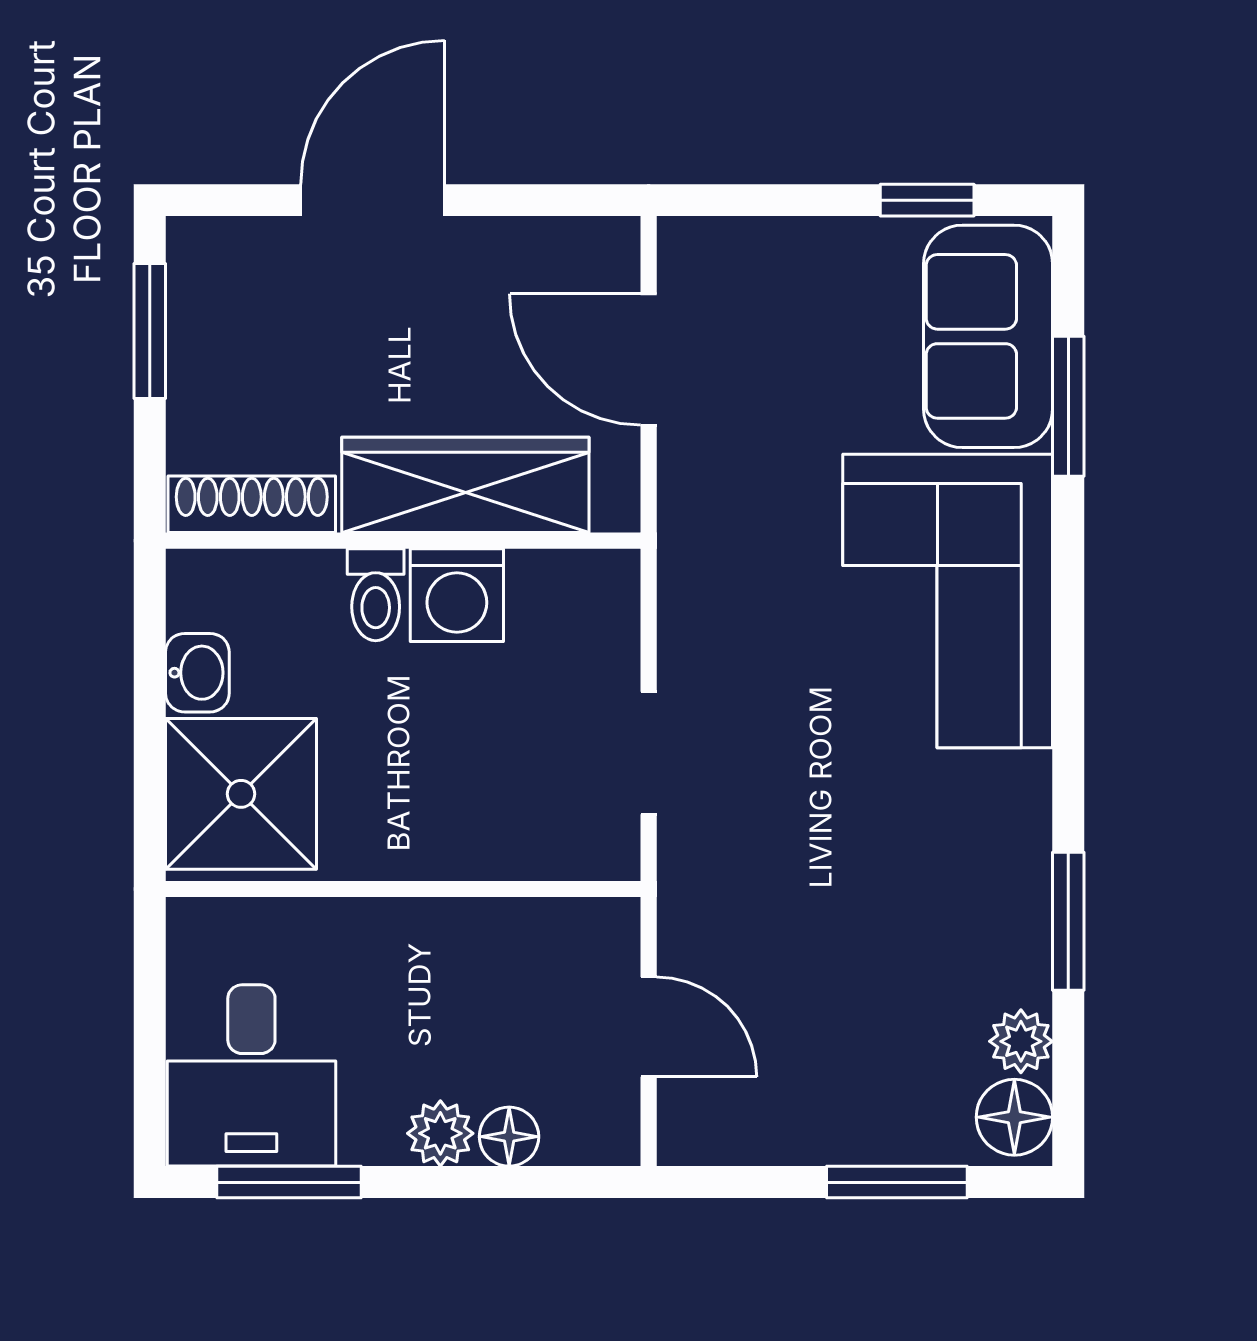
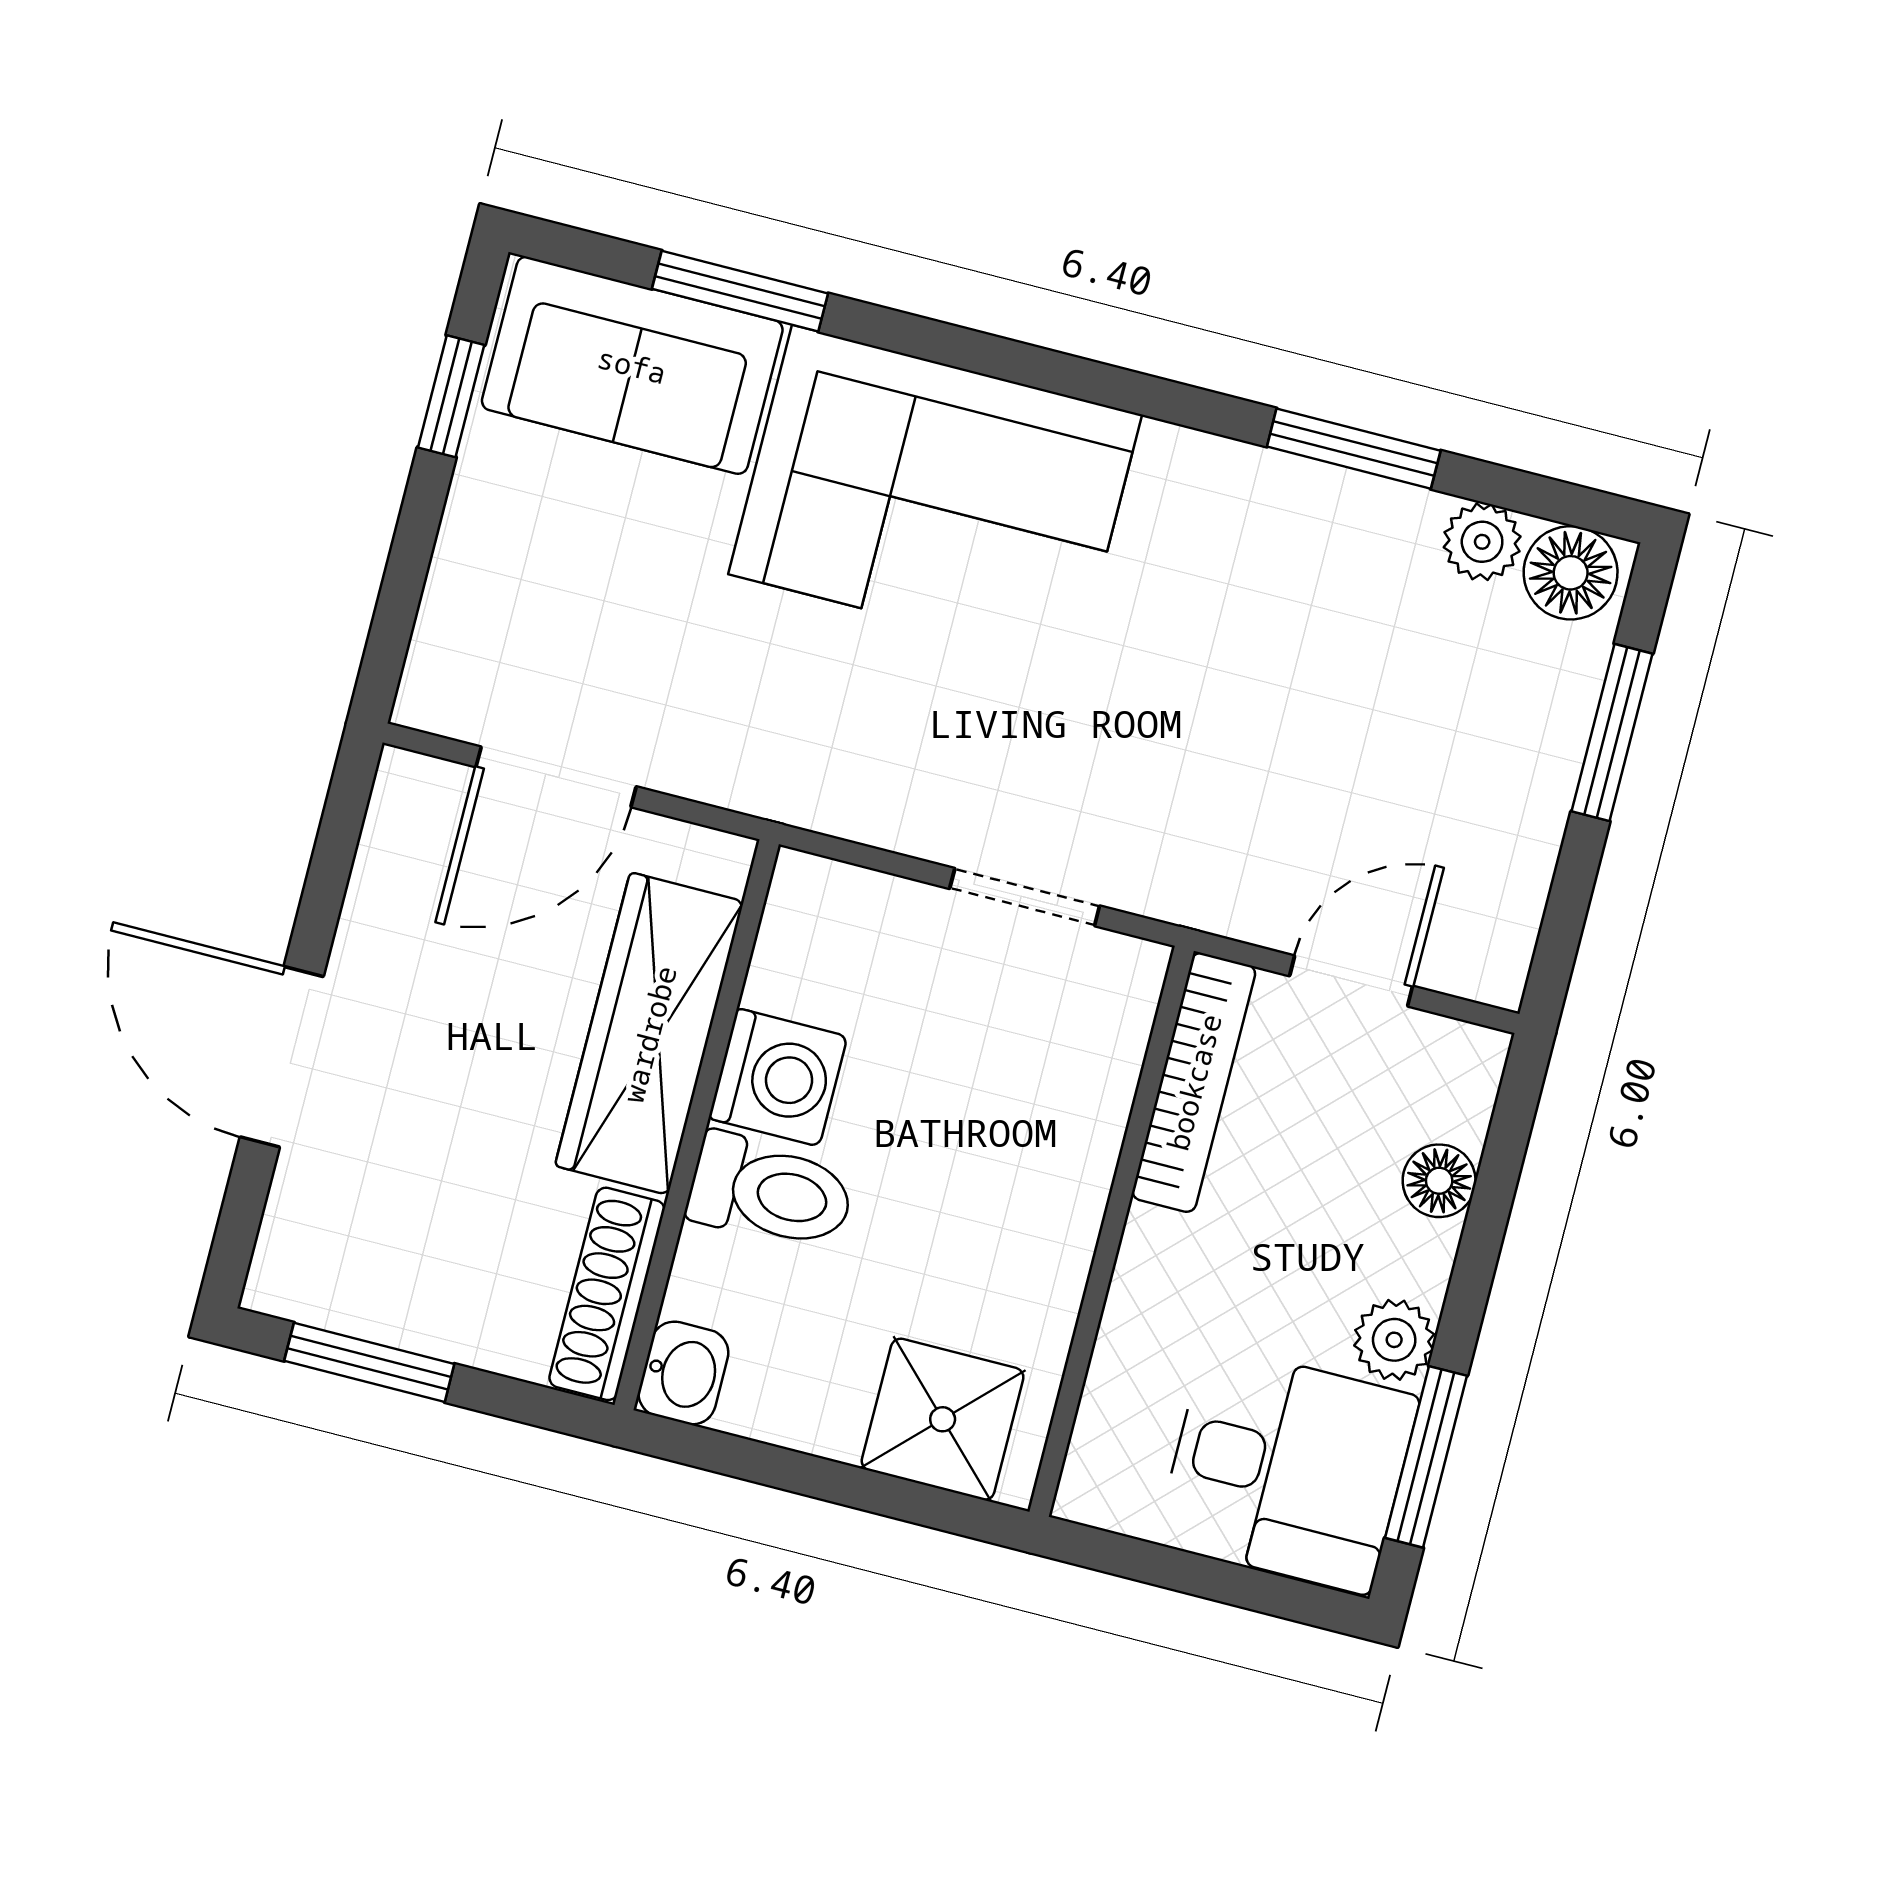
toilet: (376, 595) -> (771, 1192), width x1.37, depth x1.39
washbasin: (197, 673) -> (683, 1373), moved, turned 90
shower: (241, 794) -> (943, 1419), width x0.73, depth x0.73
bookcase: (537, 924) -> (1194, 1082), added
plant: (440, 1133) -> (1394, 1340), moved

